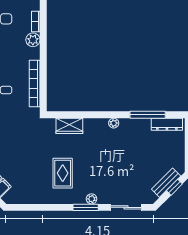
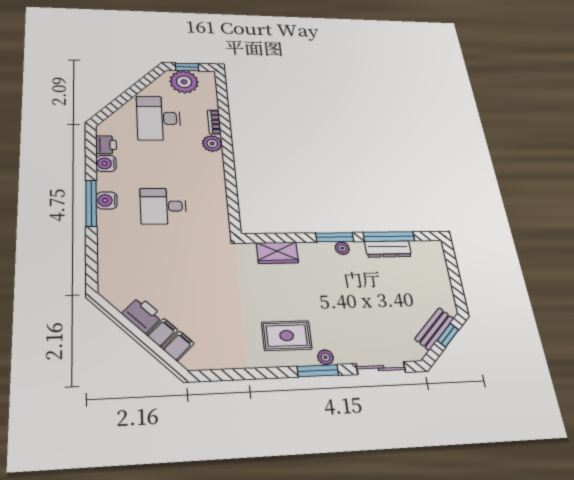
bookcase: (35, 84) -> (219, 197), removed
window: (110, 115) -> (335, 237), added
dresser: (167, 124) -> (388, 249), moved
rug: (63, 173) -> (287, 336), moved, turned 90

